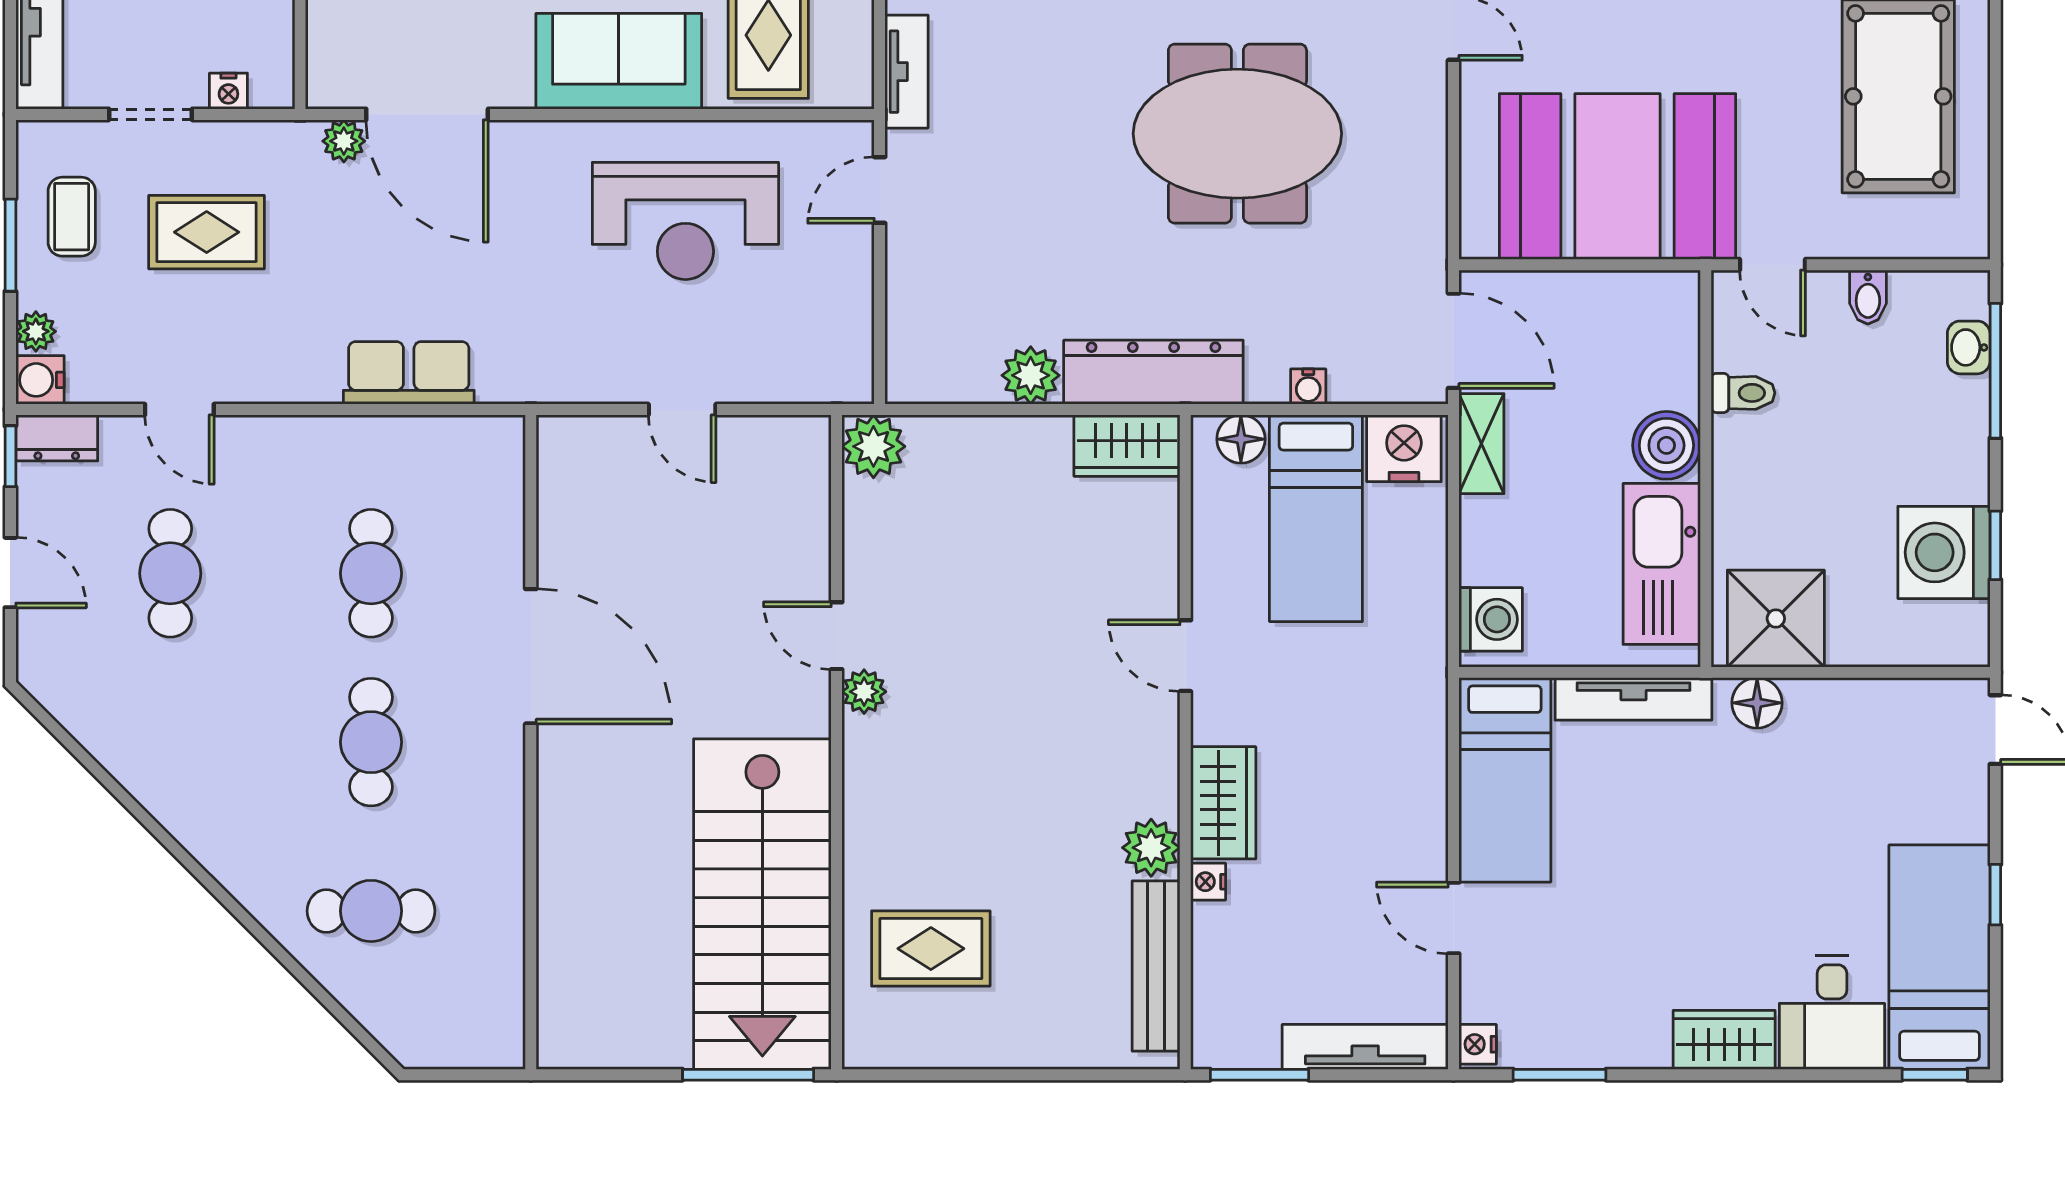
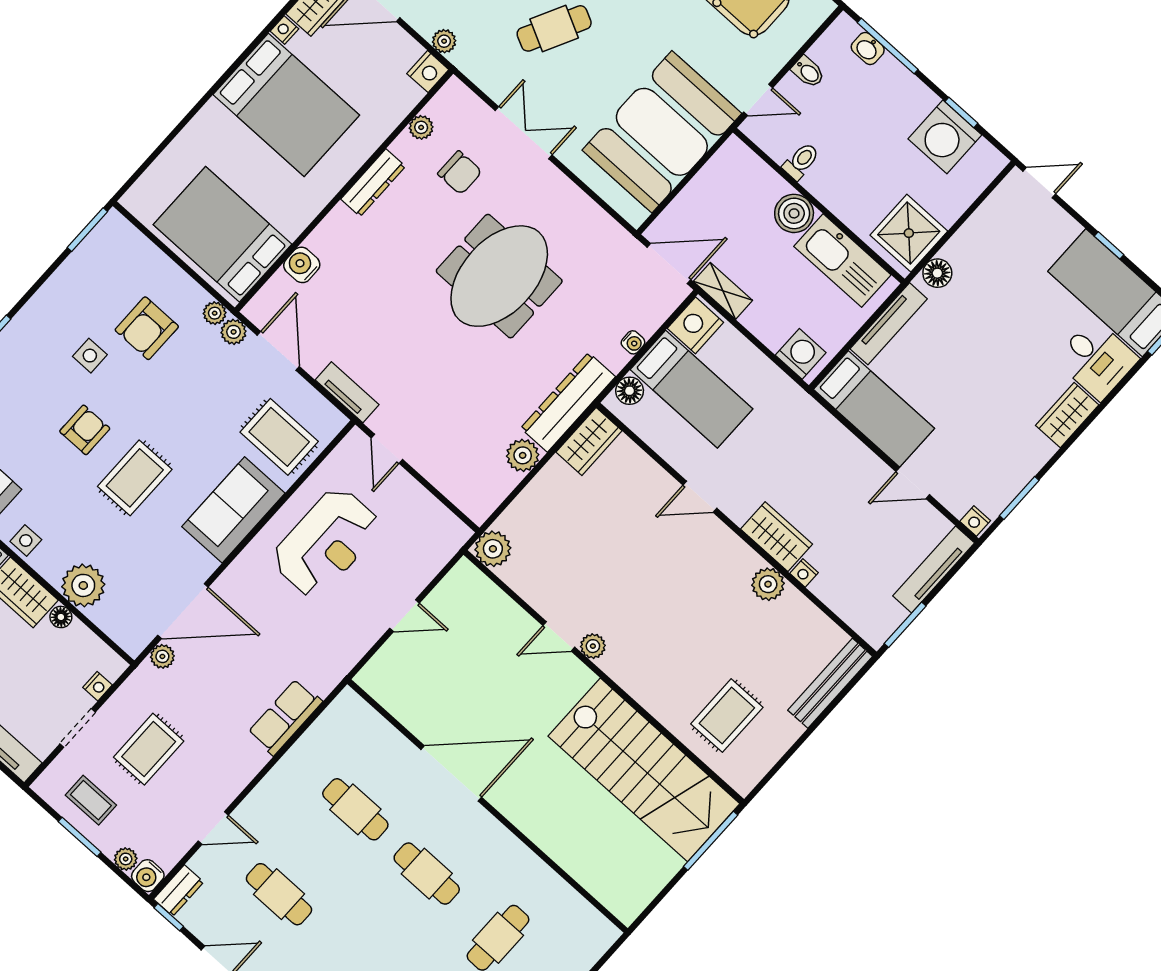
bench: (1156, 966) -> (830, 683), moved, turned 90

